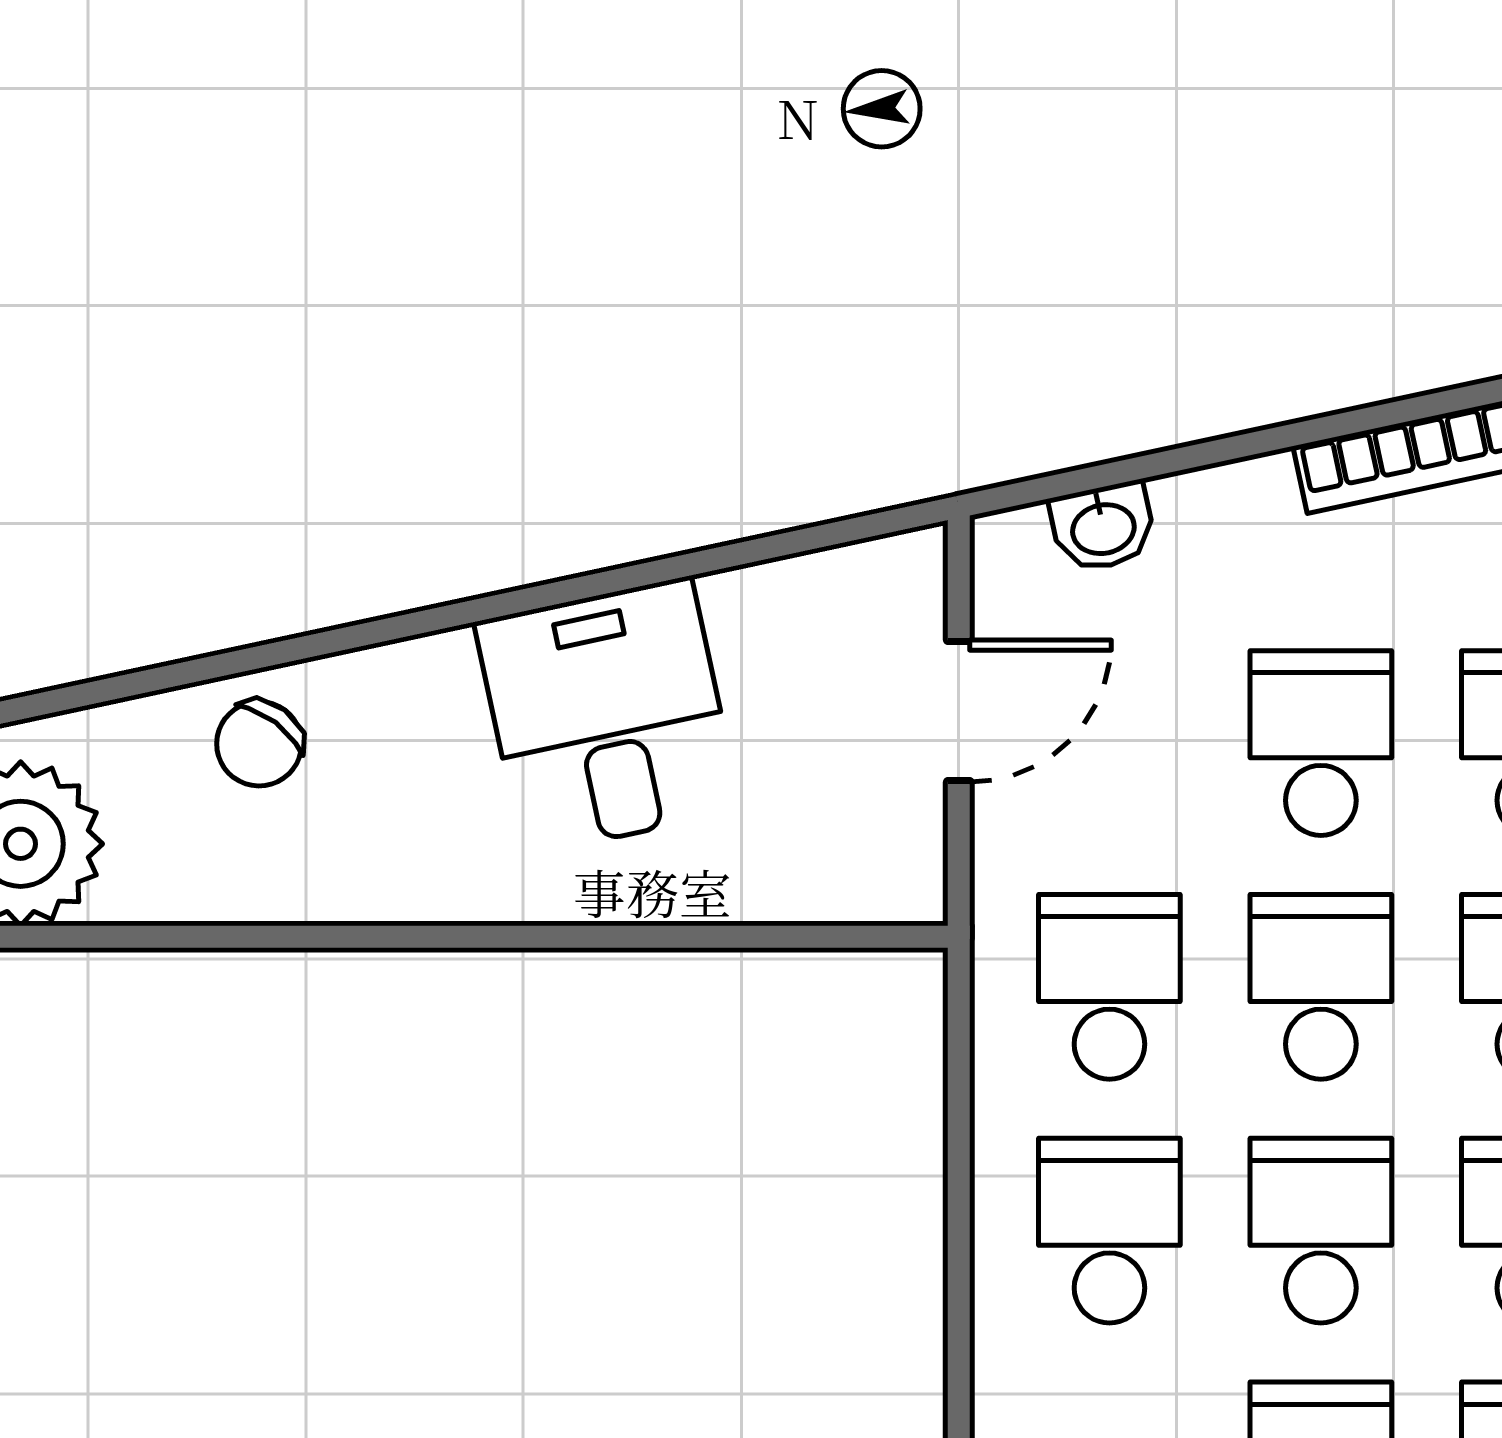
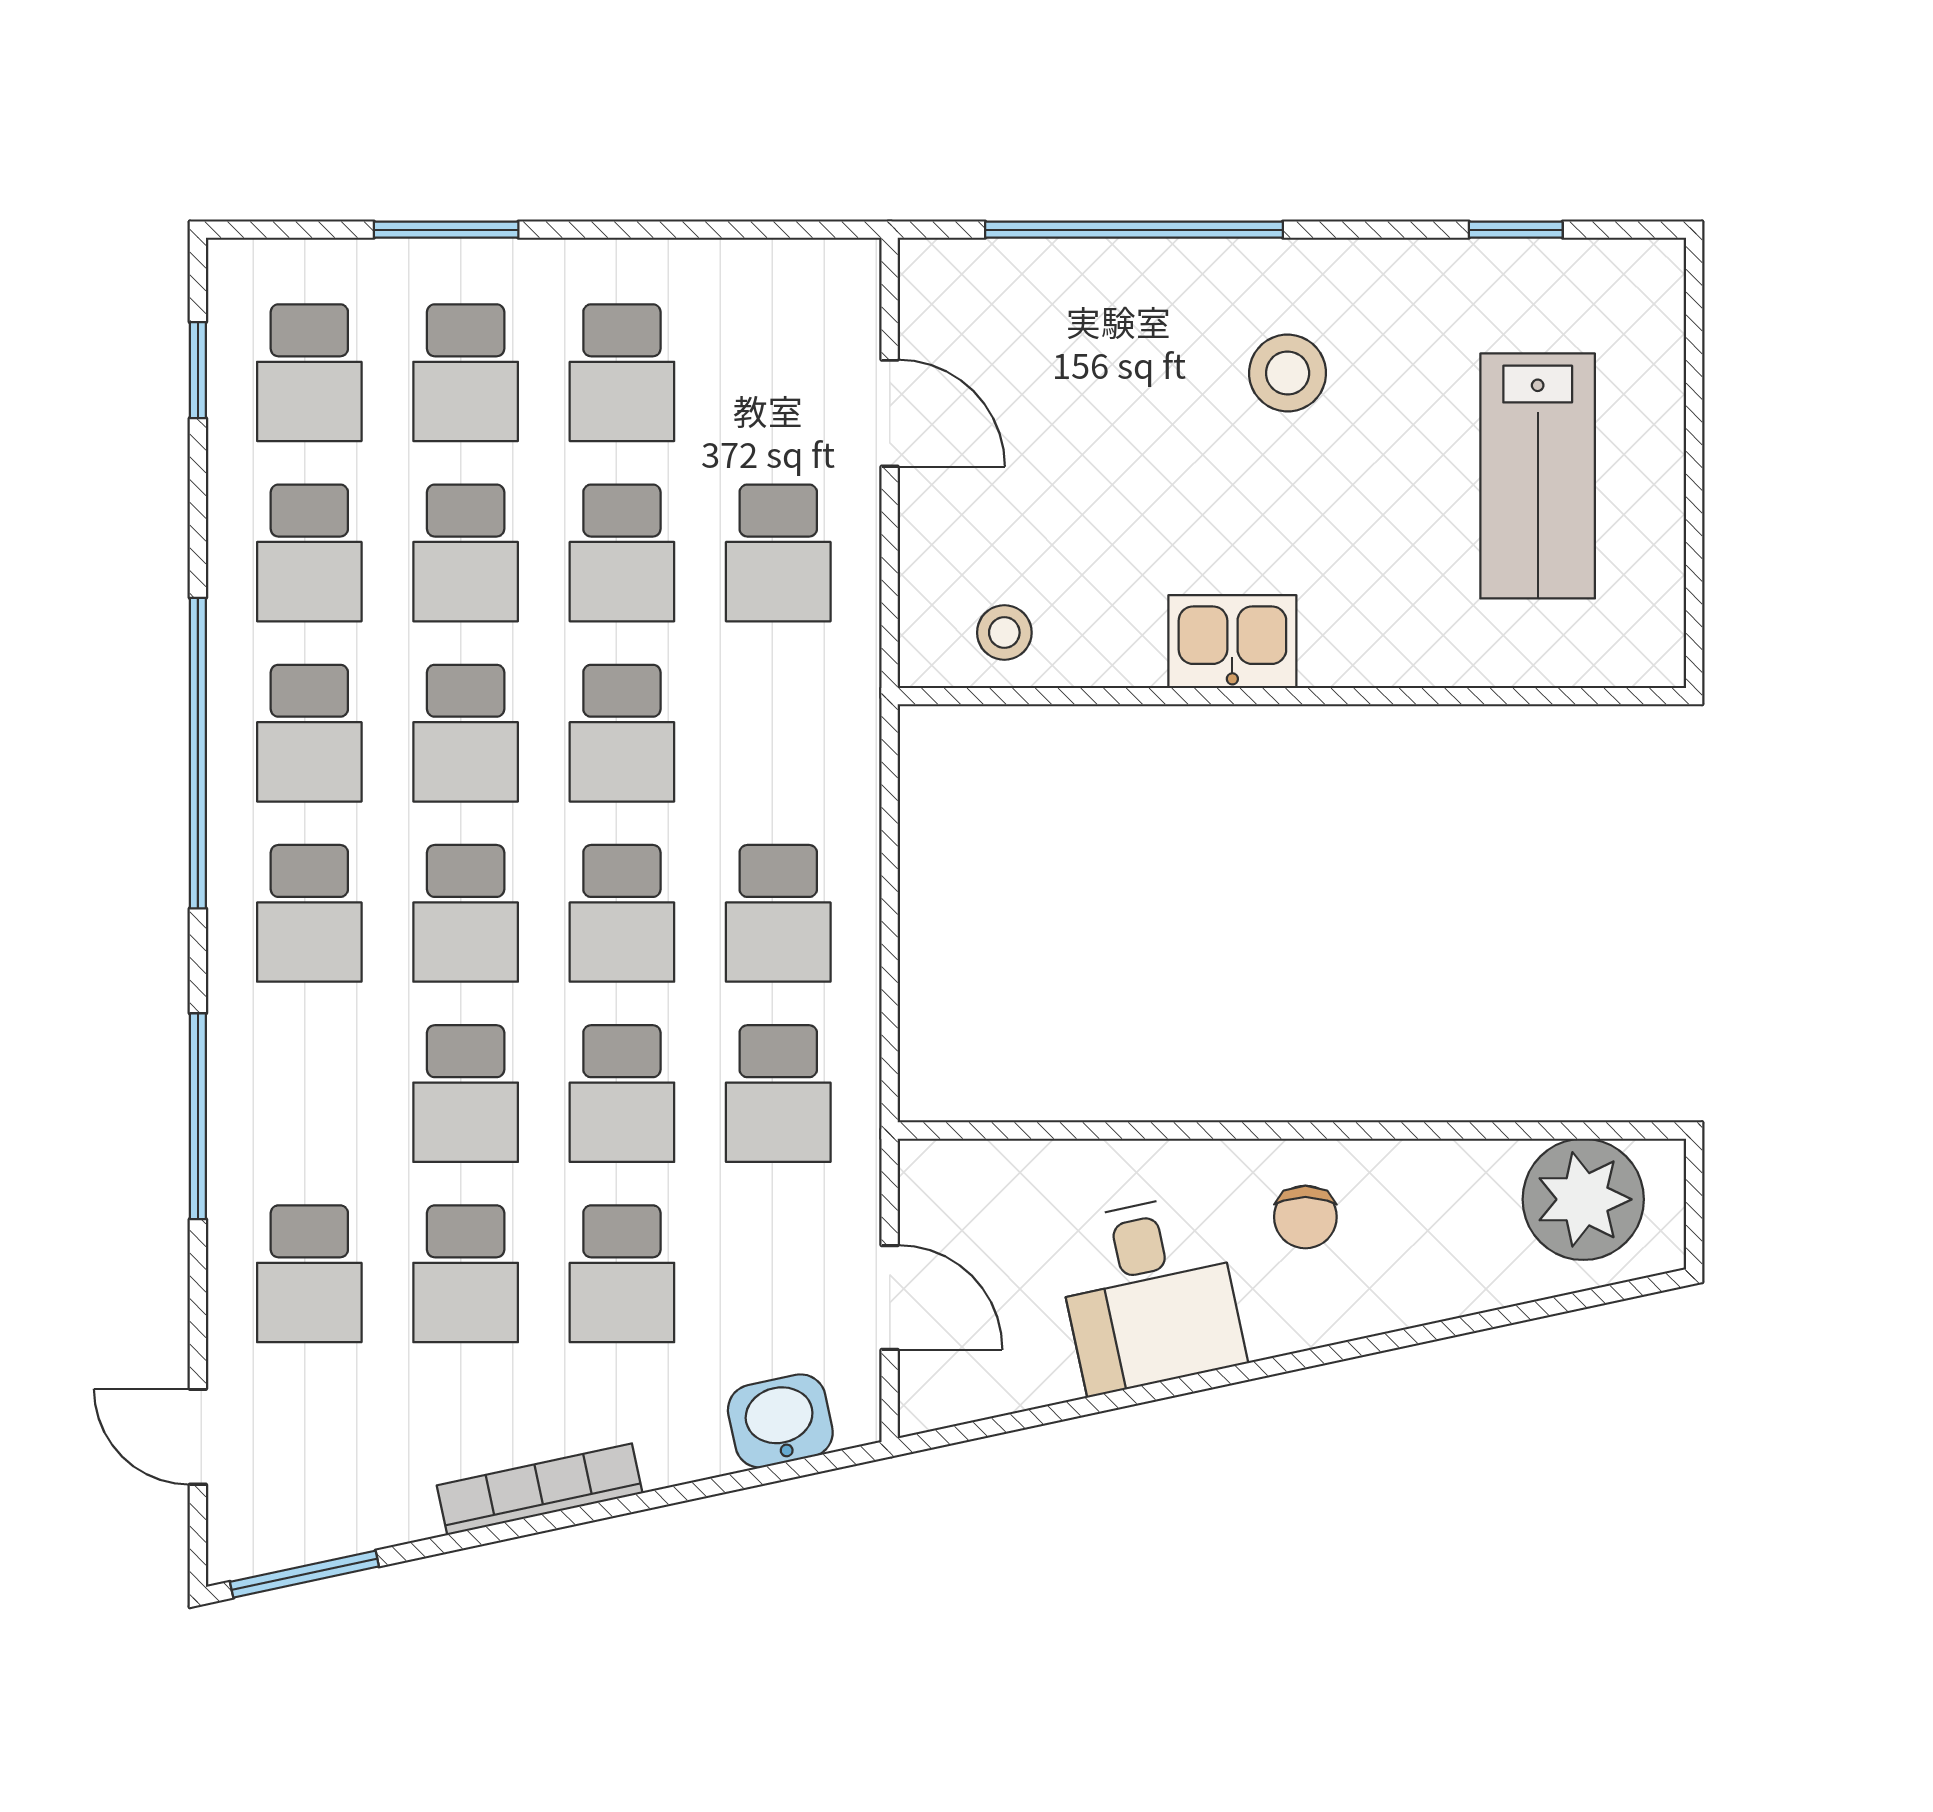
washbasin: (1103, 527) -> (780, 1421), width x1.38, depth x1.45
door: (959, 711) -> (890, 1297), swing flipped
chair: (259, 744) -> (1305, 1217), moved, turned 143

